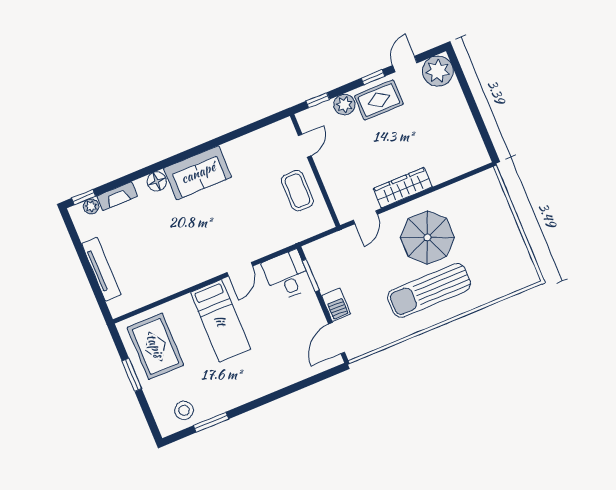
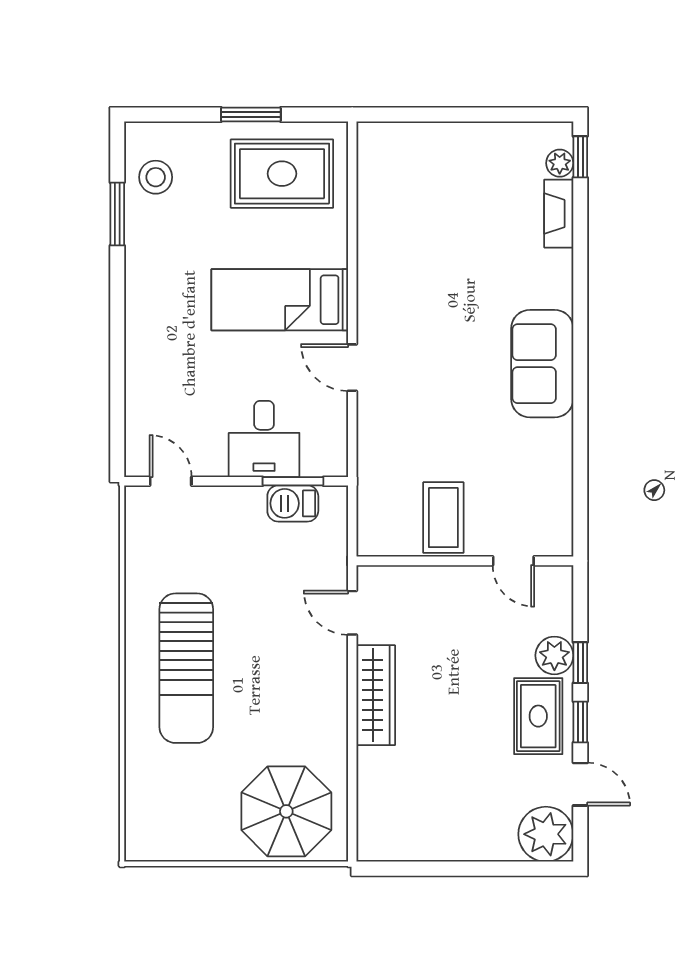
window: (318, 100) -> (580, 663), moved
floor lamp: (157, 181) -> (556, 290), removed
coffee table: (297, 191) -> (443, 518), turned 90
parasol: (427, 237) -> (286, 811), moved
tv unit: (101, 269) -> (448, 137), removed
desk: (287, 275) -> (264, 439), moved, turned 90
sun lounger: (429, 290) -> (186, 668), turned 180
barbecue: (336, 305) -> (293, 503), moved
door: (337, 338) -> (171, 481), width x0.73

